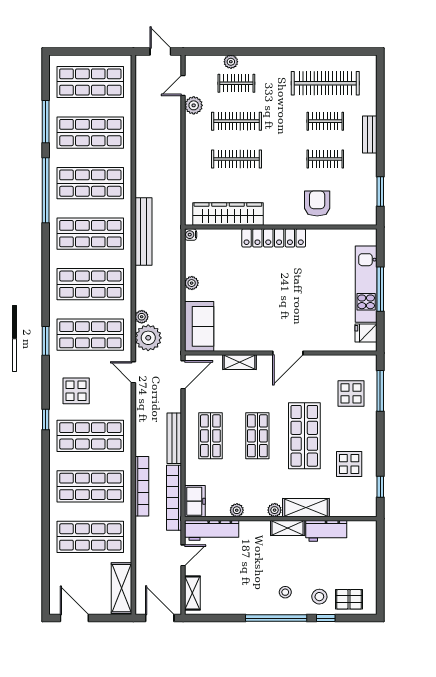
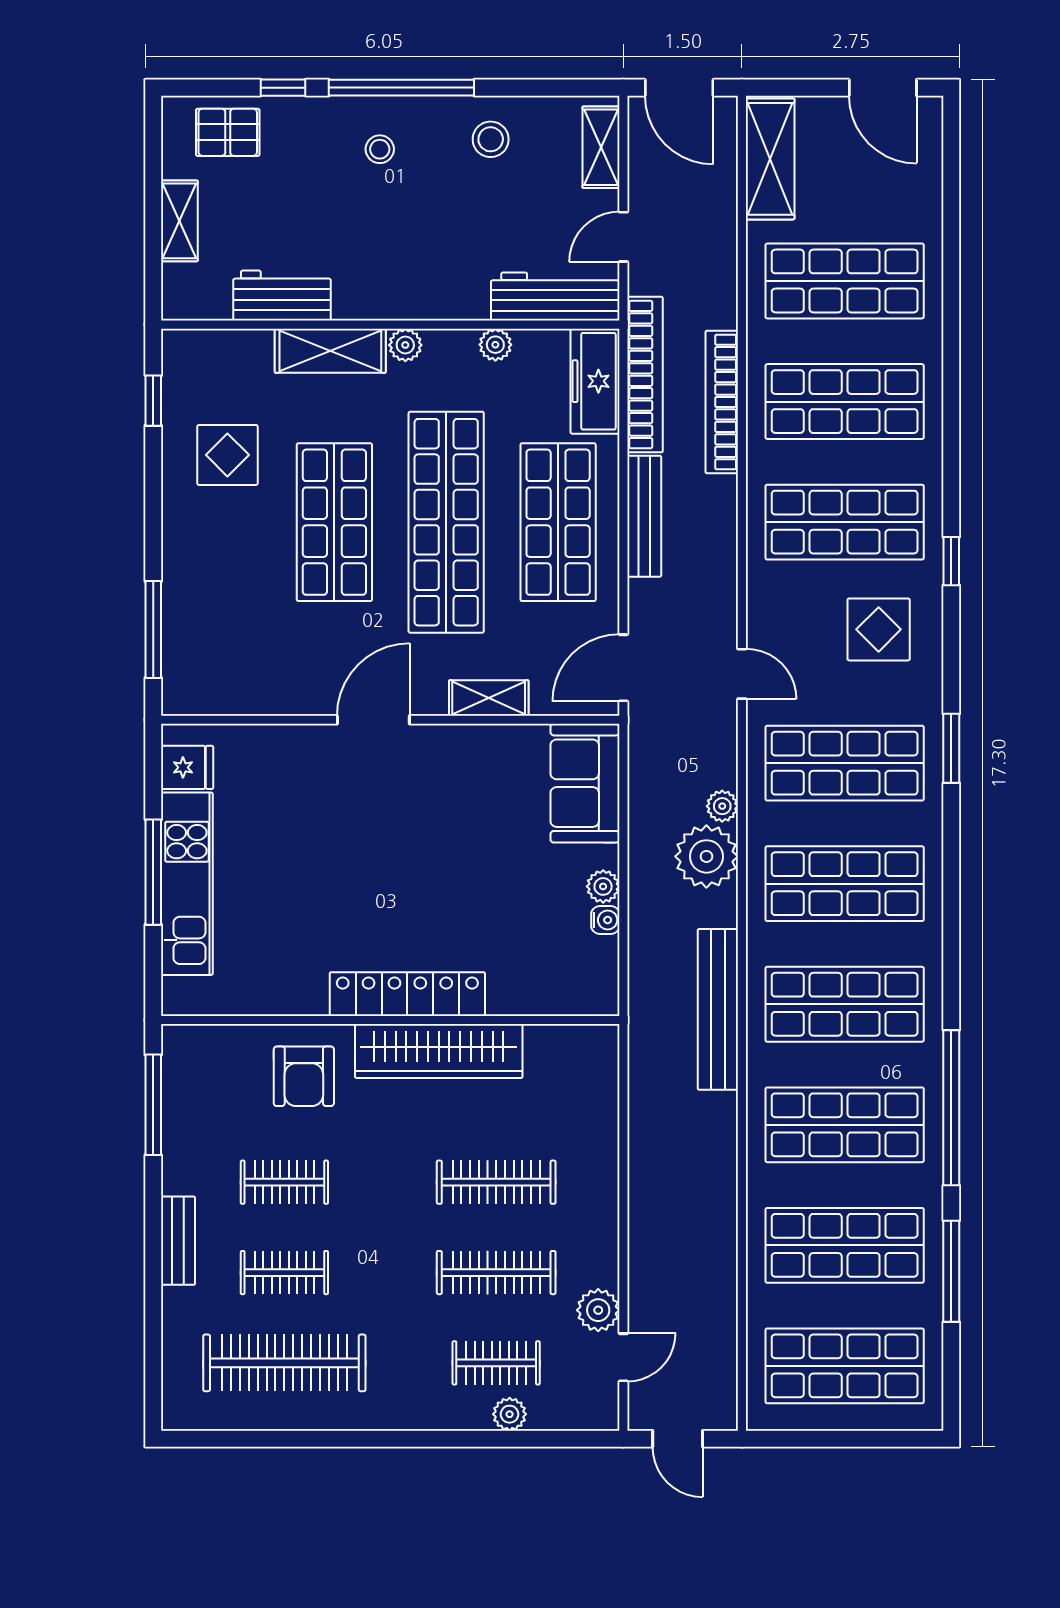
window: (380, 191) -> (153, 1105), width x1.44
wardrobe: (228, 214) -> (439, 1051), moved
water cooler: (191, 235) -> (605, 920), moved
plant: (148, 338) -> (706, 856), moved
display table: (351, 393) -> (223, 623), removed
shop shelf: (210, 436) -> (558, 522), width x1.43, depth x1.36
shop shelf: (257, 436) -> (446, 522), width x2.00, depth x1.36
freezer: (195, 501) -> (595, 381), width x1.40
shelving: (288, 528) -> (179, 221), moved, turned 90
stool: (319, 597) -> (491, 139), moved

